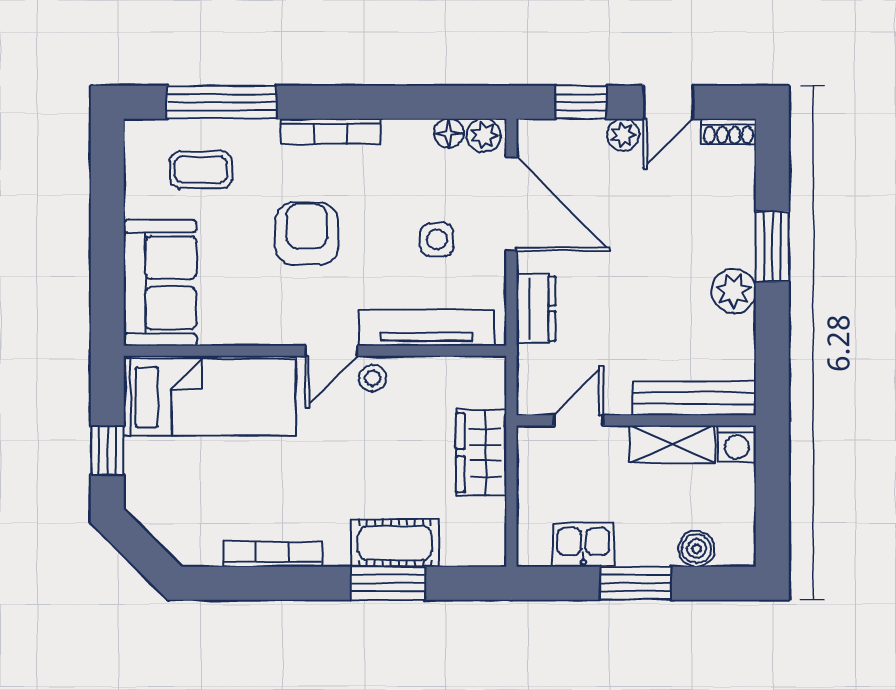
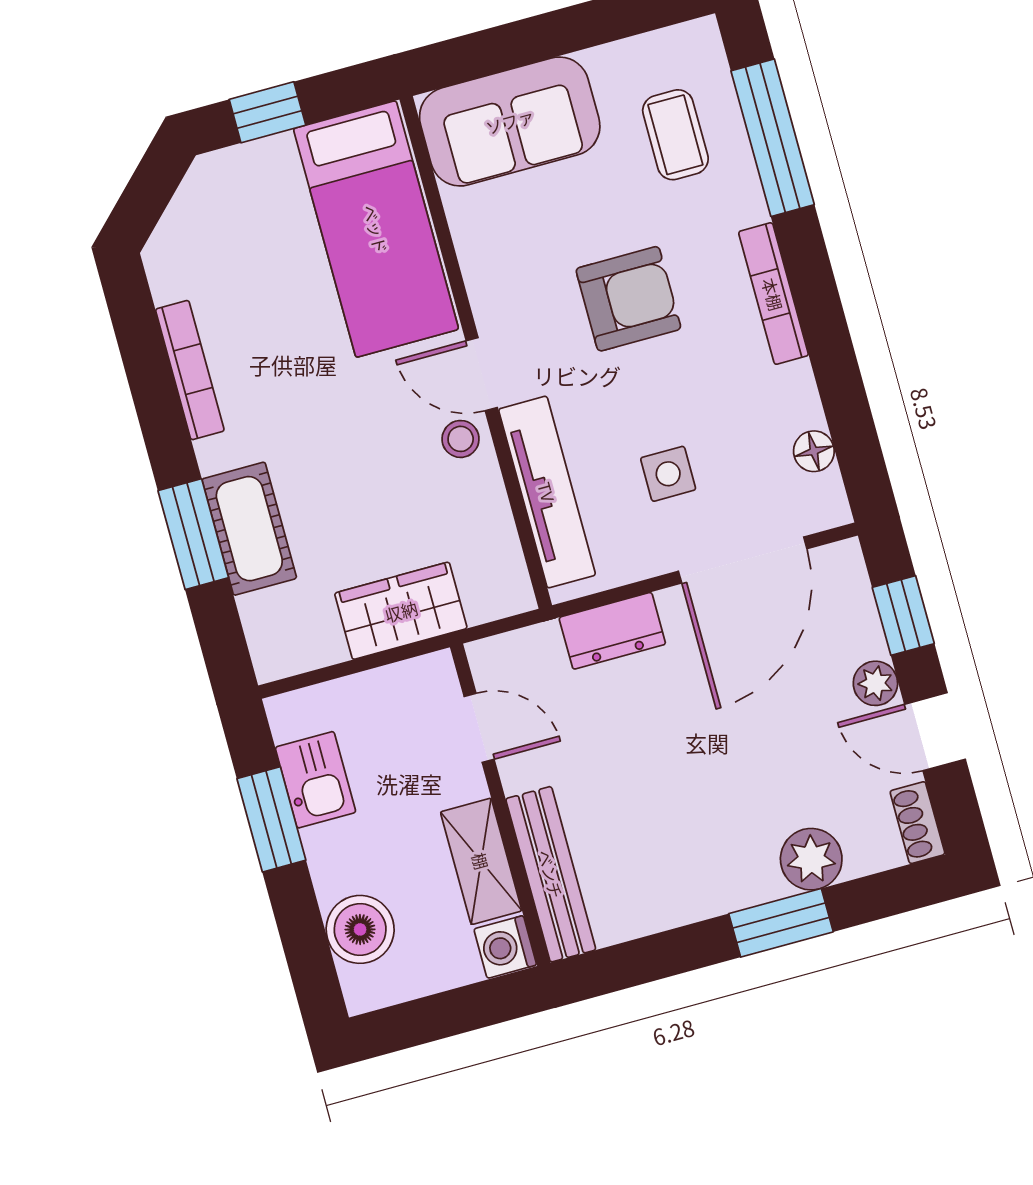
plant: (484, 135) -> (824, 499), removed
plant: (734, 291) -> (811, 859), moved
boiler: (696, 549) -> (360, 929), width x1.36, depth x1.36
window: (635, 583) -> (271, 819), moved

